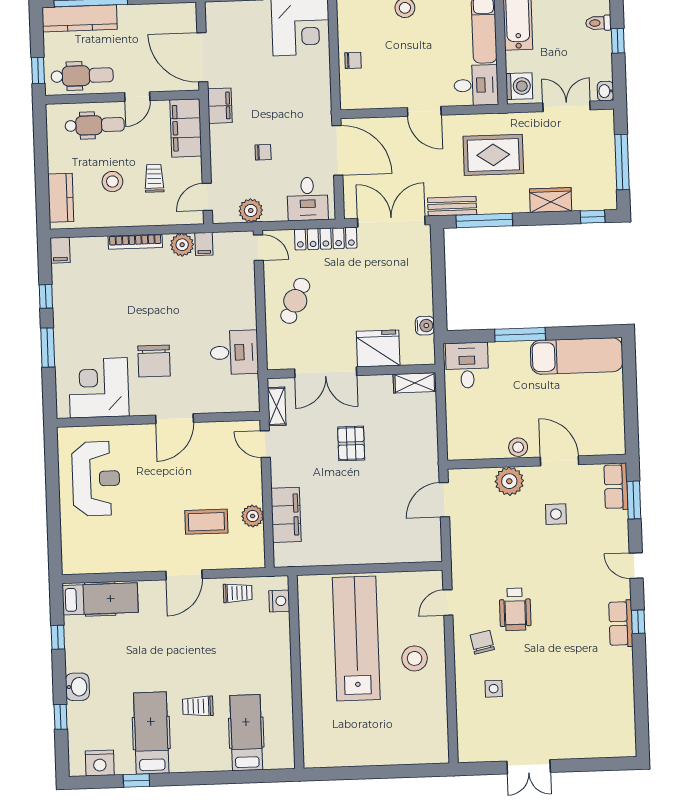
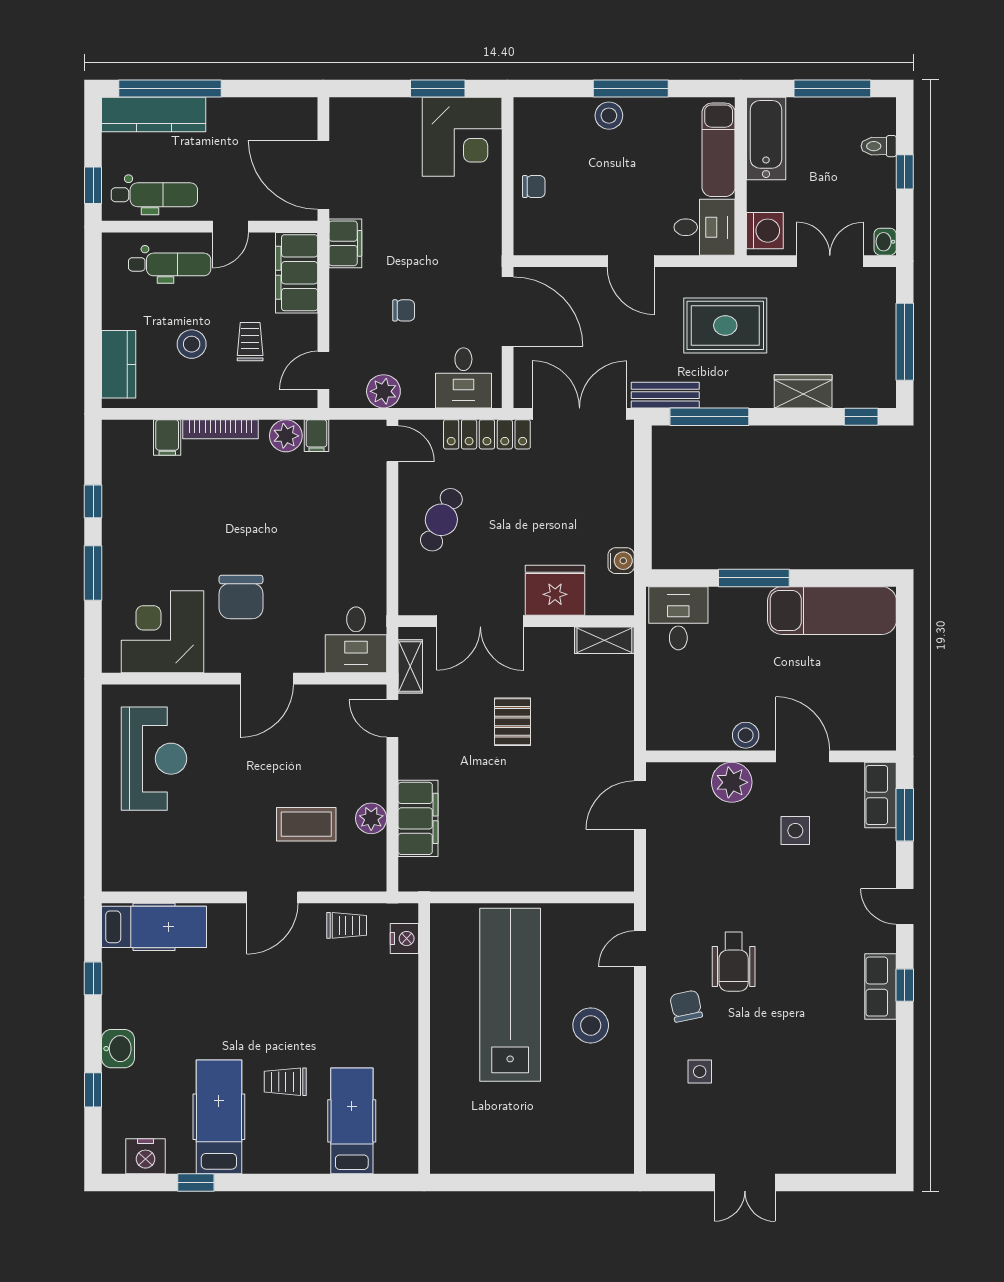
filing cabinet: (60, 250) -> (167, 437), moved
desk: (234, 352) -> (356, 640), moved, turned 90

